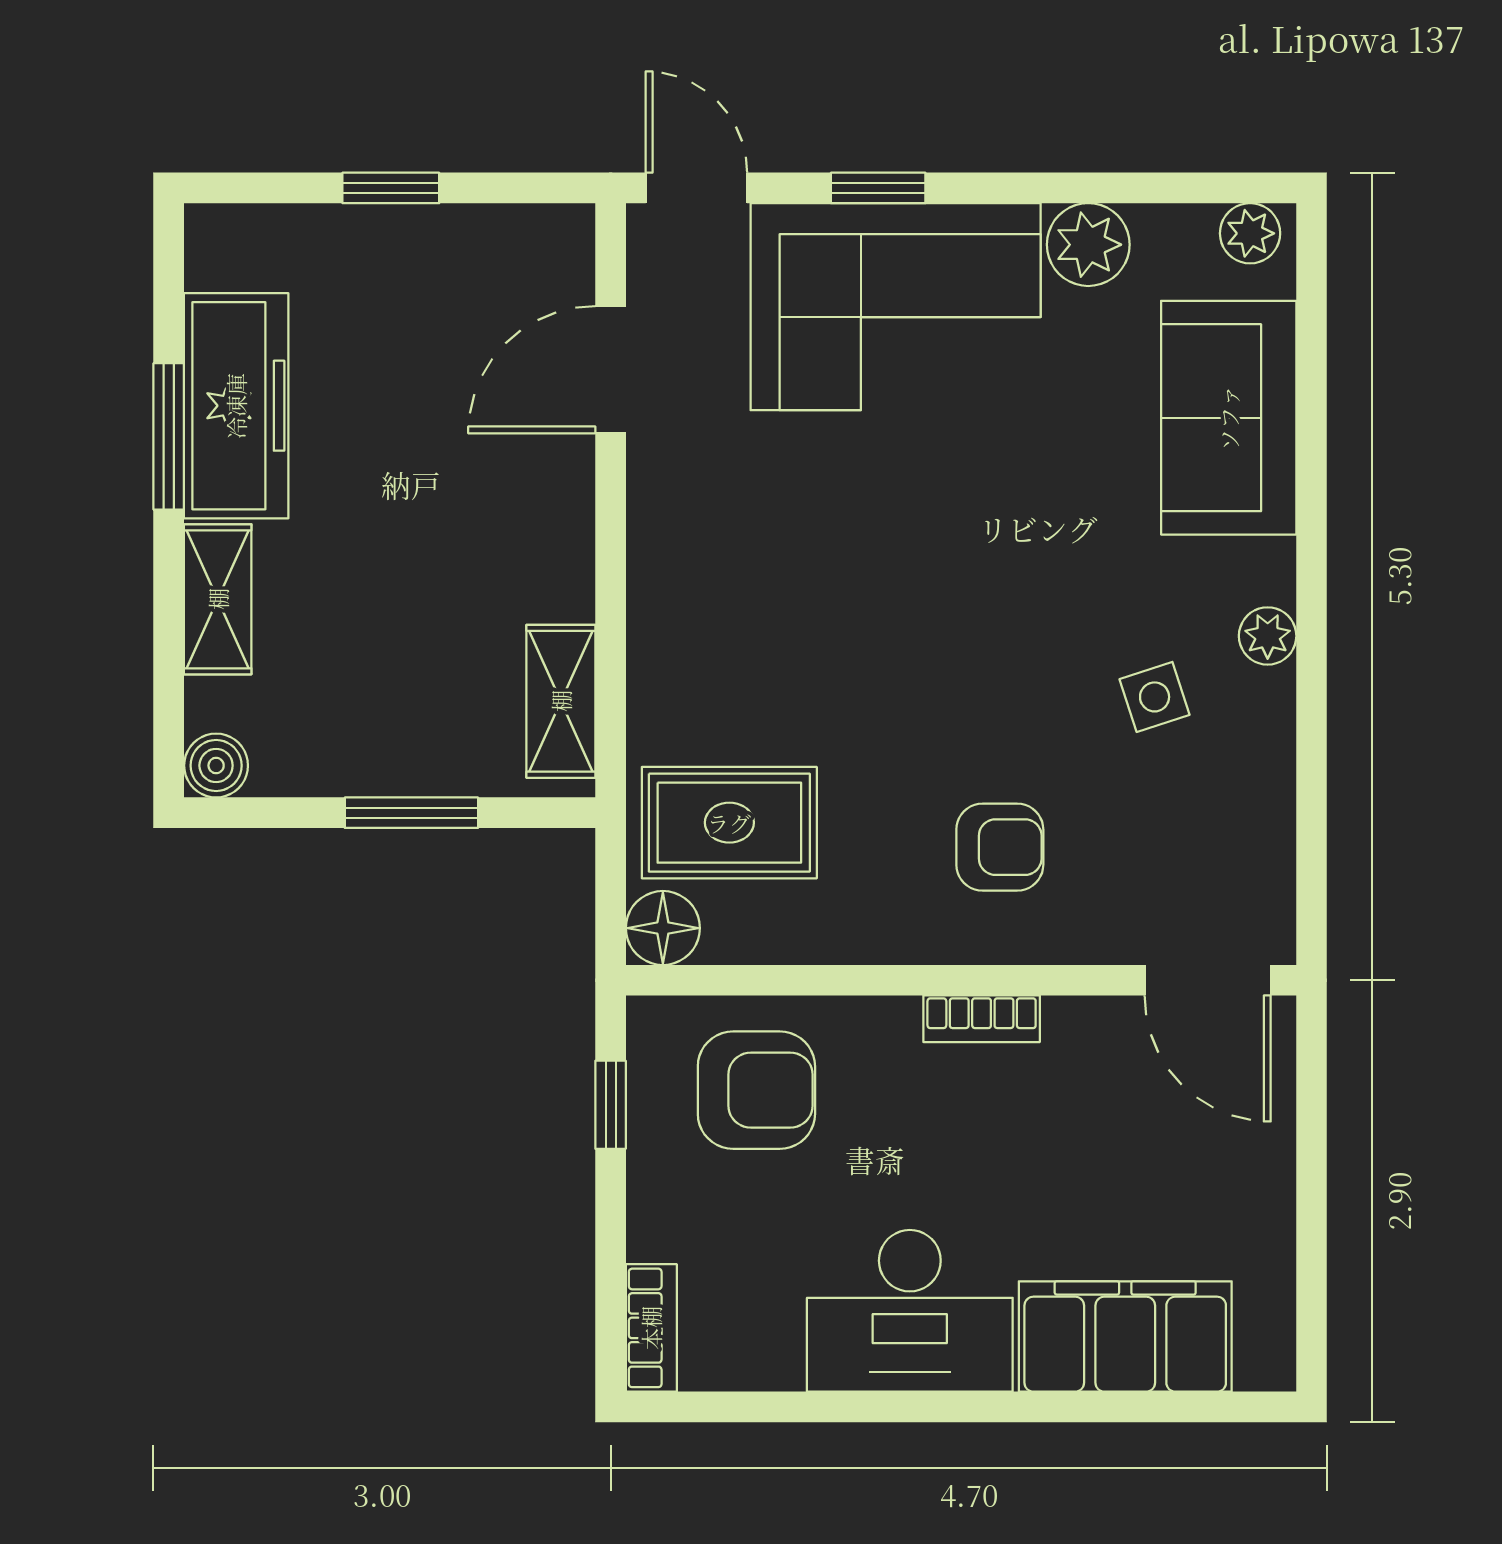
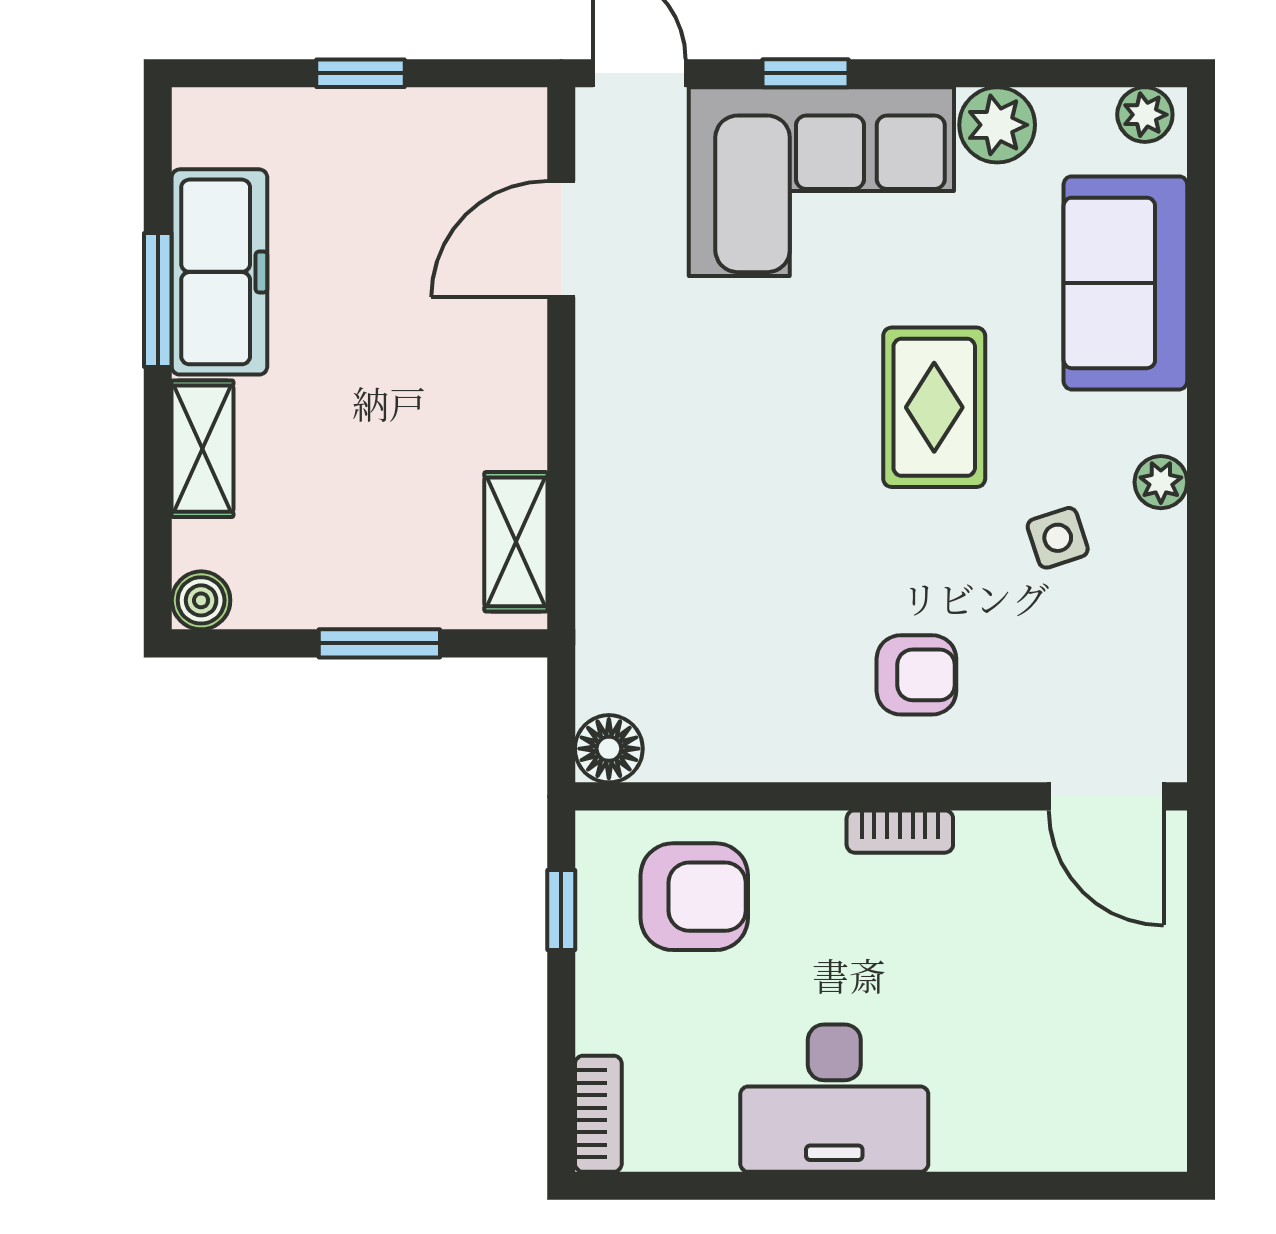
rug: (729, 823) -> (934, 407), moved, turned 90
filing cabinet: (1125, 1336) -> (1031, 1122), removed

